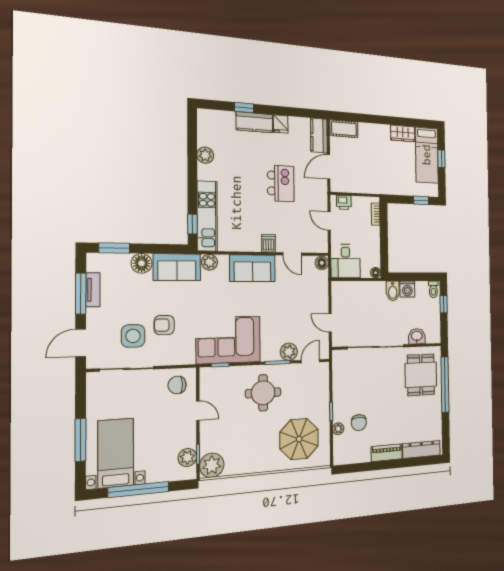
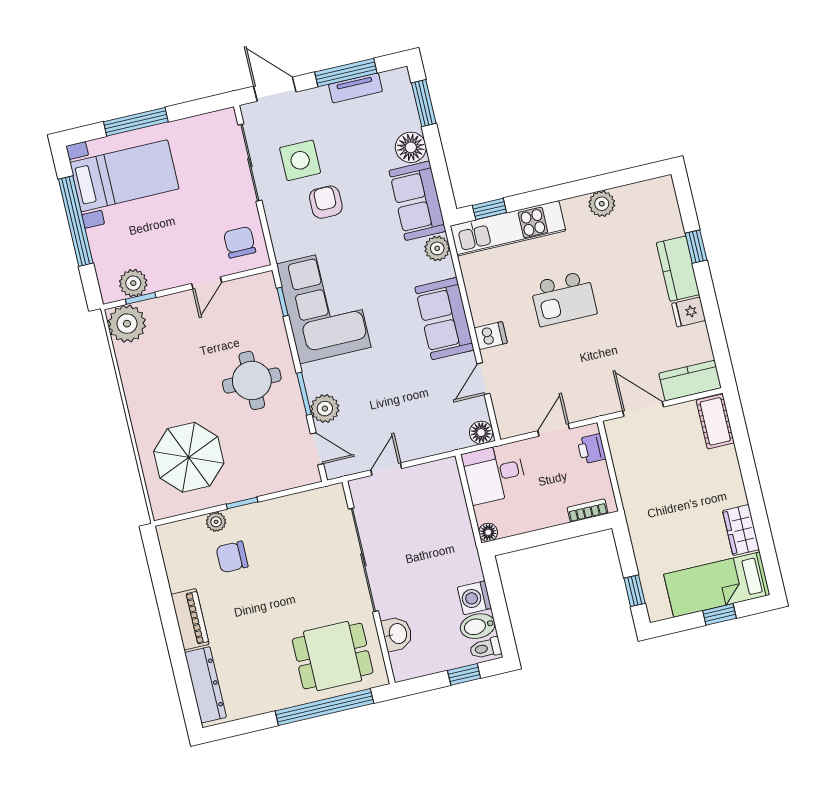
kitchen island: (281, 183) -> (564, 299), moved
bidet: (393, 291) -> (478, 626), moved

